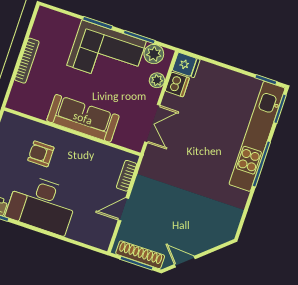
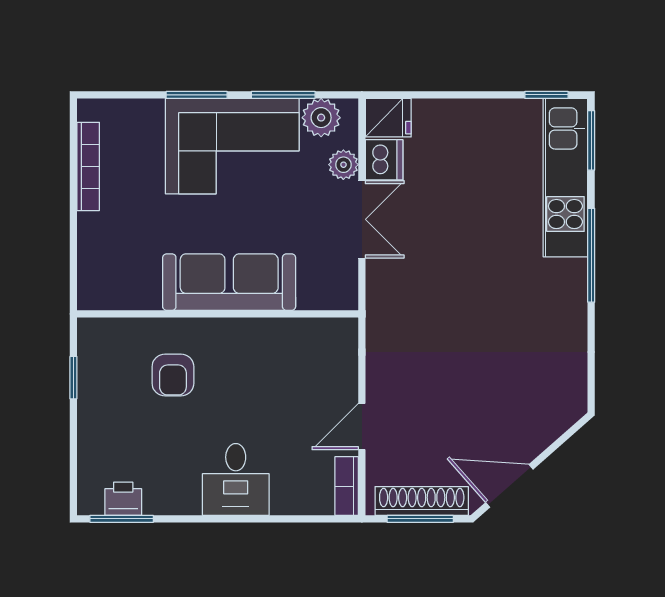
bookcase: (27, 61) -> (88, 166), moved
double door: (152, 124) -> (362, 219), moved
kitchen unit: (257, 136) -> (565, 178), width x0.73
armchair: (41, 154) -> (173, 375), turned -90
bookcase: (127, 176) -> (347, 486), moved
desk: (42, 204) -> (236, 479), width x0.53, depth x0.77
door: (185, 262) -> (509, 486), width x1.38

